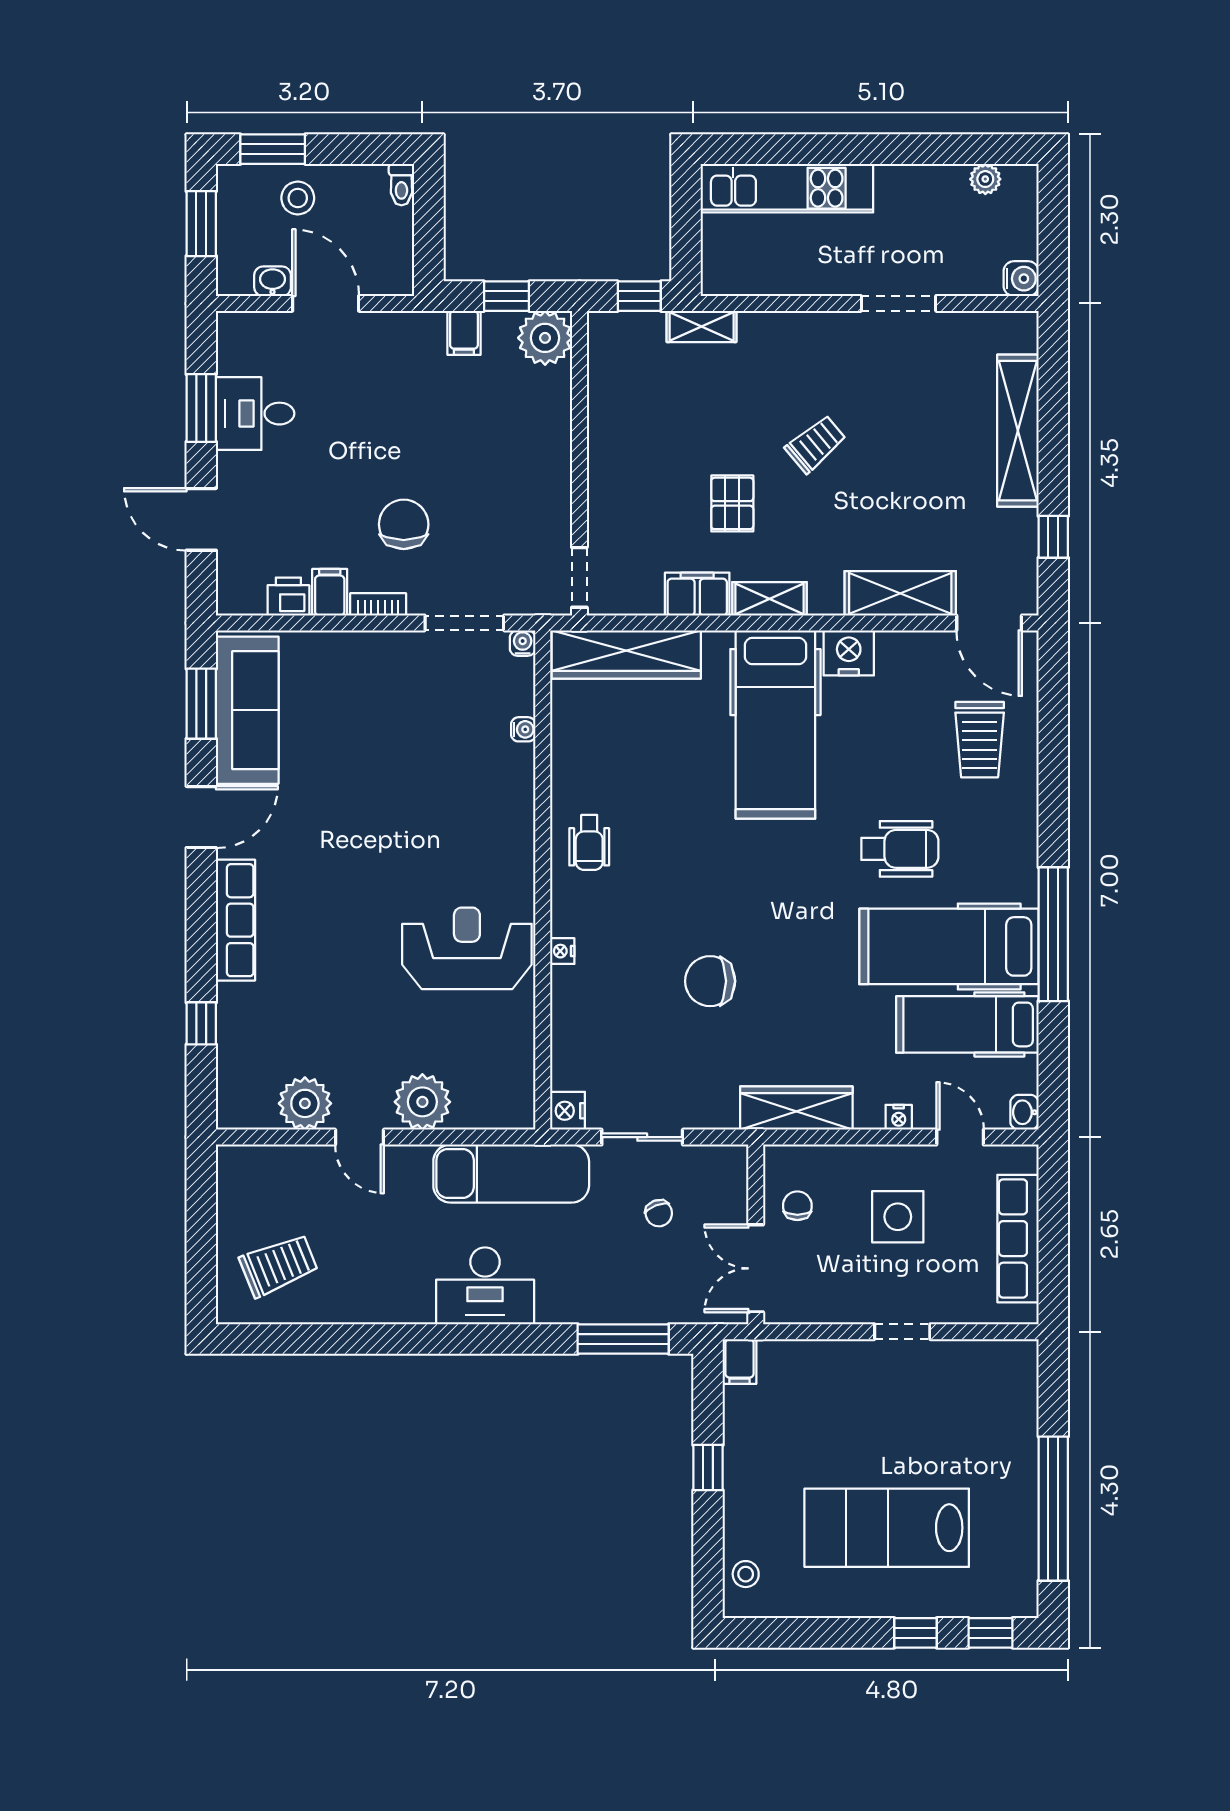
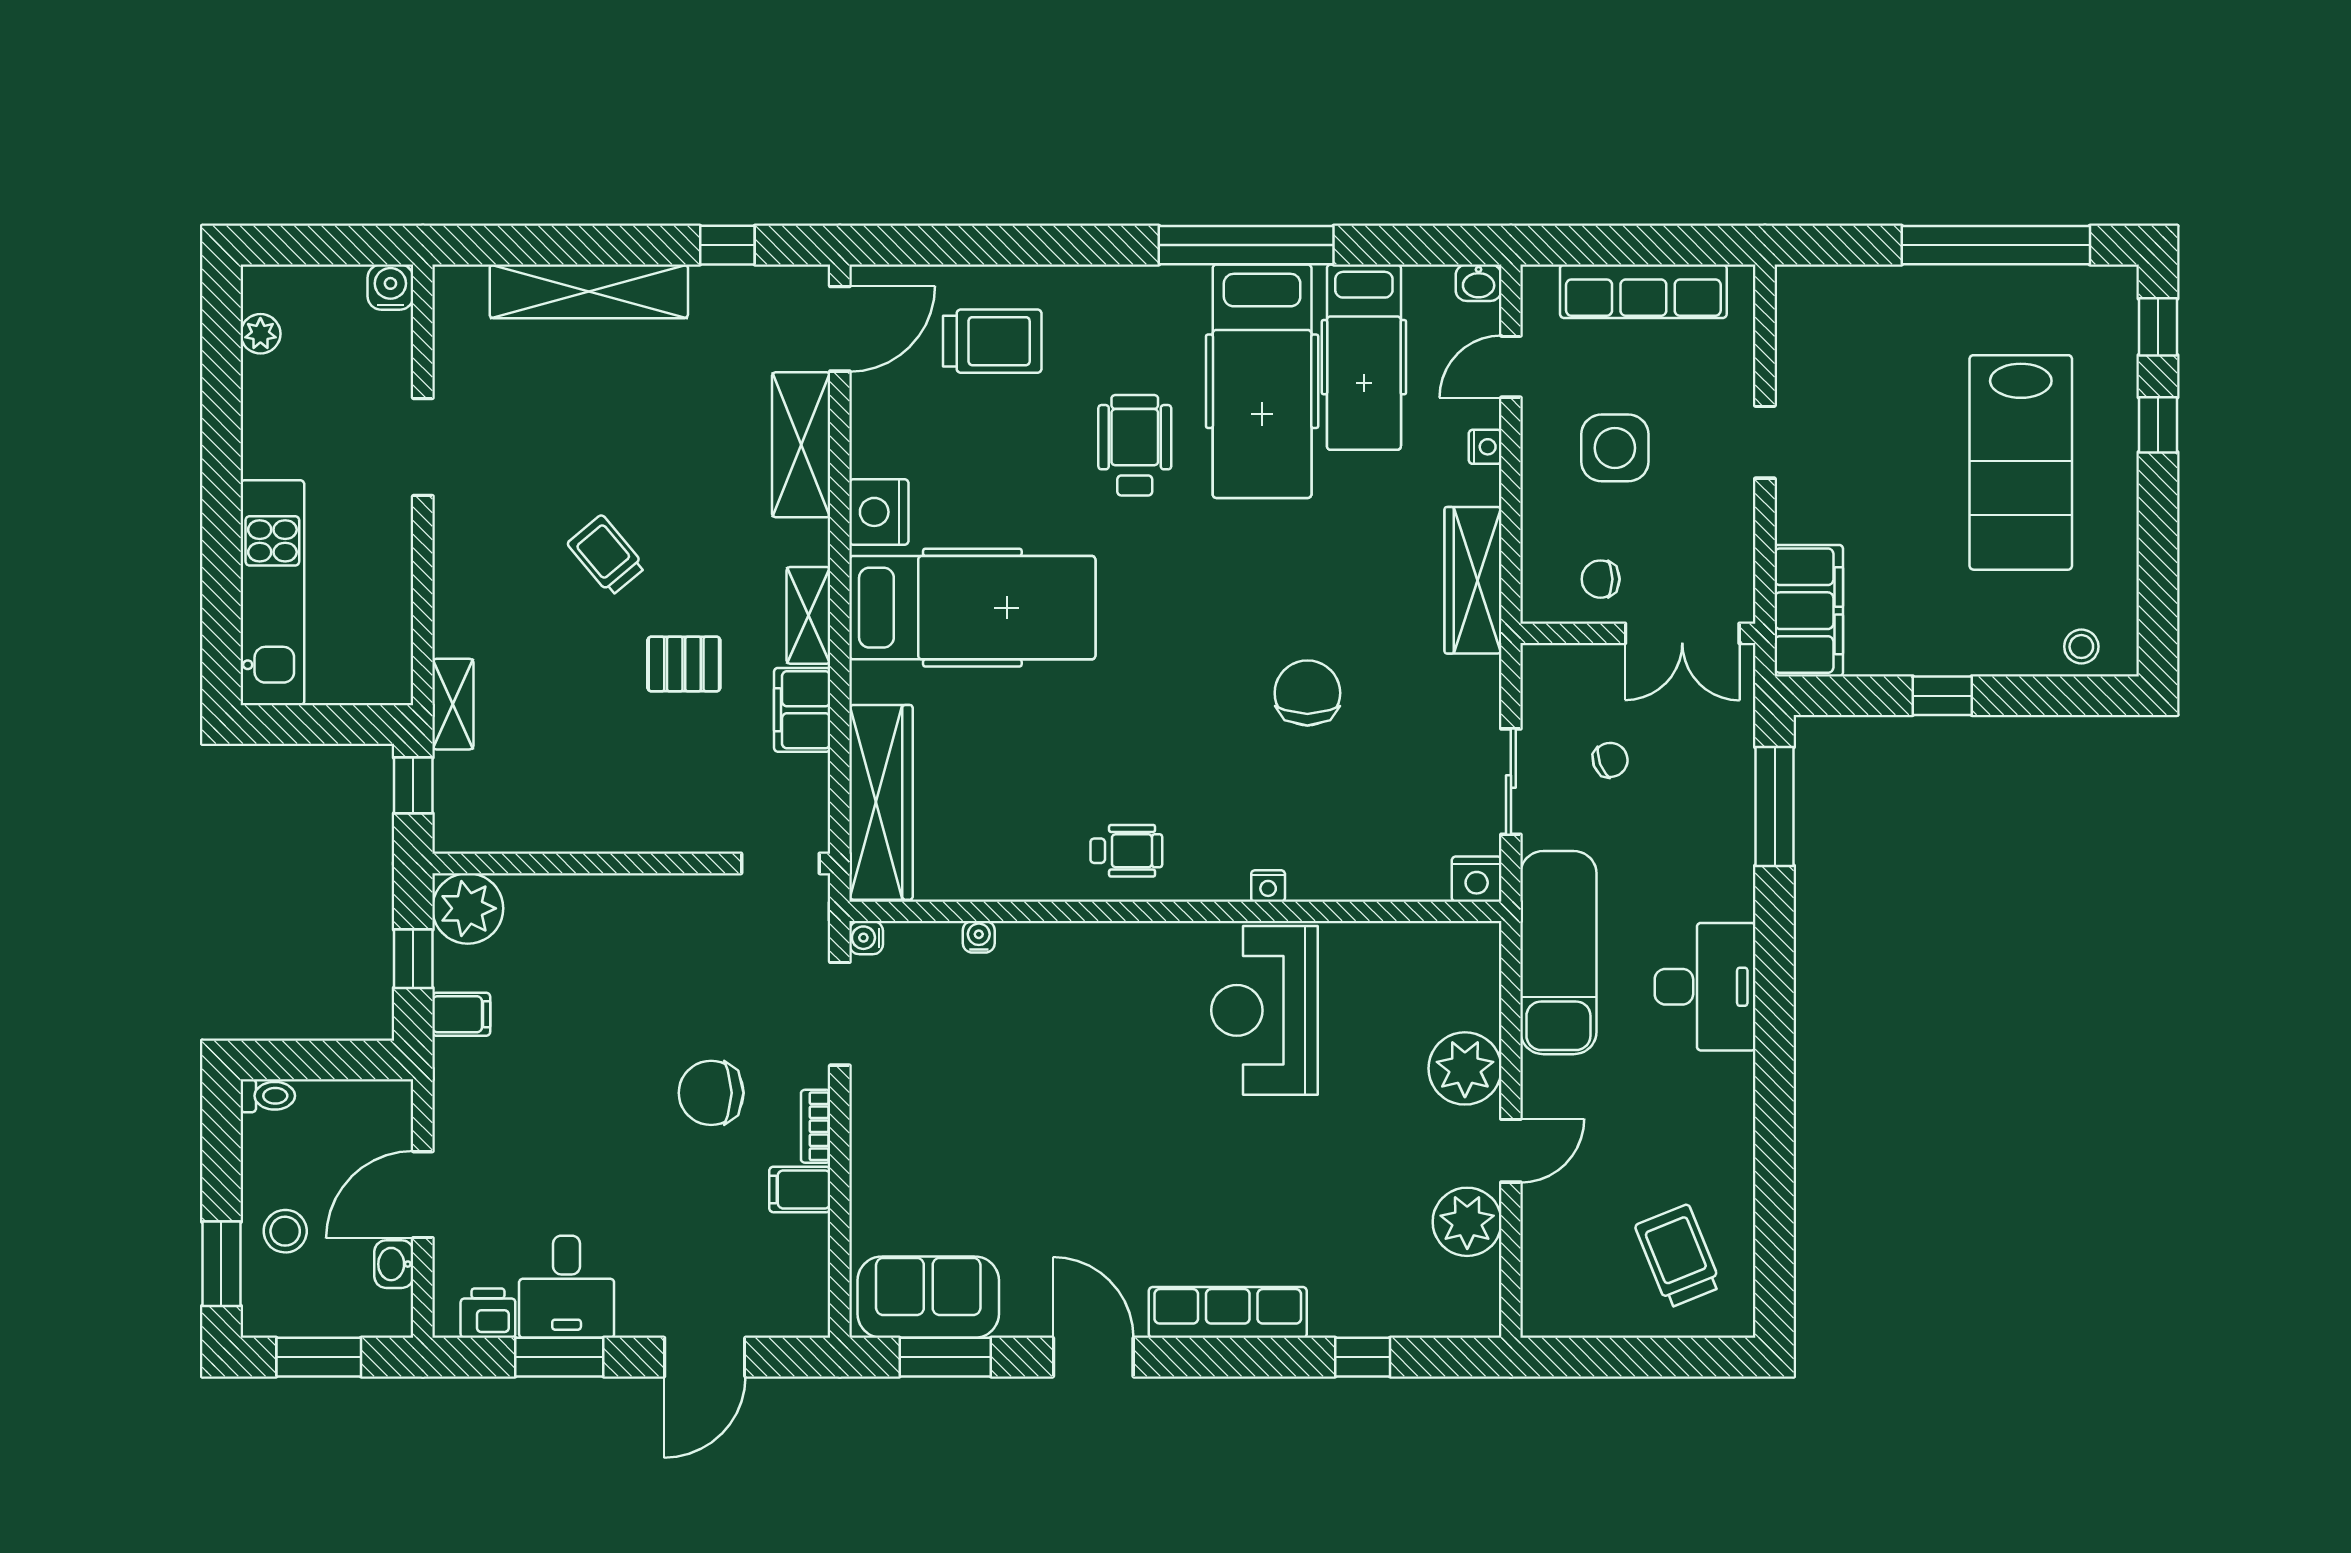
printer: (288, 597) -> (488, 1313), moved, turned 90
sofa: (247, 710) -> (928, 1297), width x0.73
chair: (710, 981) -> (1307, 693), turned 180
filing cabinet: (740, 1361) -> (1809, 611), width x3.00, depth x1.17

